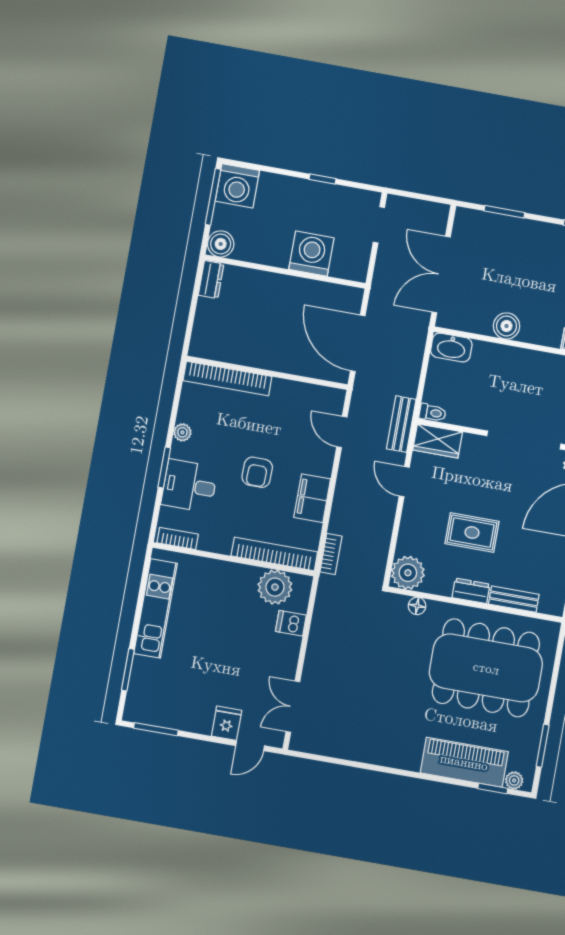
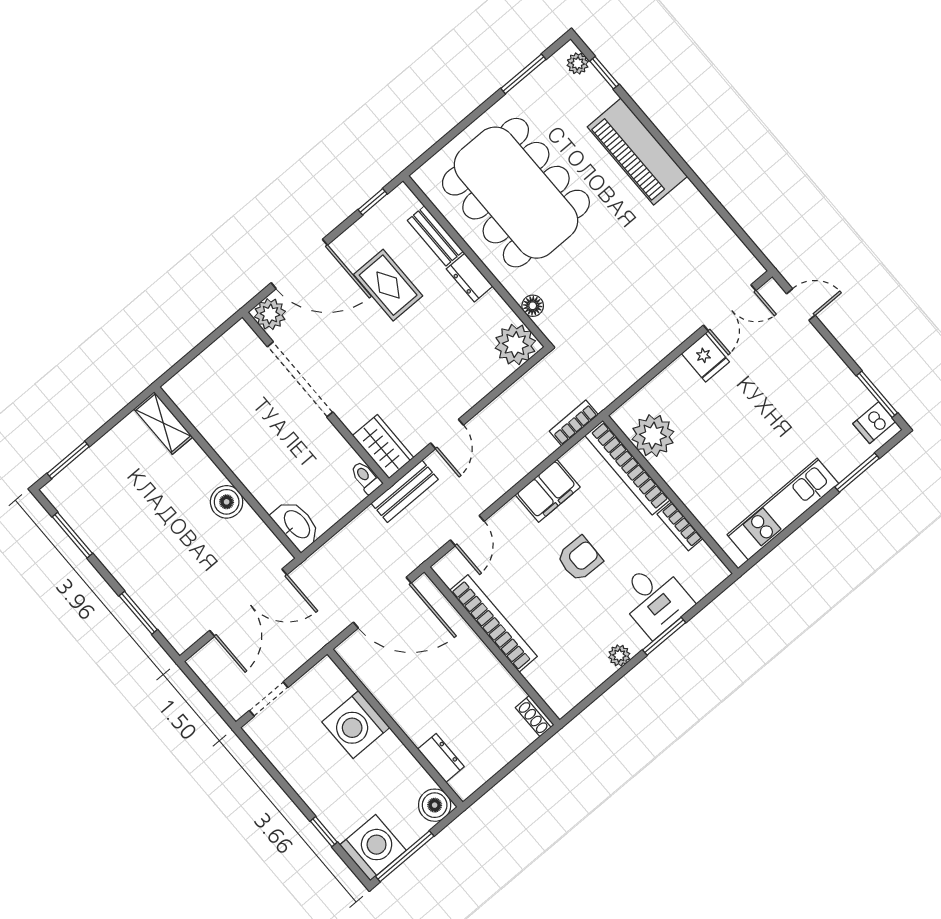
window: (322, 179) -> (324, 832), moved
dresser: (211, 280) -> (441, 758), moved, turned 90
door: (358, 343) -> (382, 603), hinge flipped
shoe rack: (204, 351) -> (535, 716), added
bookcase: (227, 379) -> (493, 623), moved
rug: (472, 533) -> (388, 285), moved
bookcase: (178, 539) -> (680, 526), moved
dishwasher: (291, 623) -> (874, 423), moved, turned 90
fridge: (227, 723) -> (705, 358), moved, turned -90
piano: (464, 762) -> (637, 152), moved

